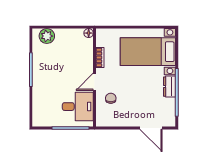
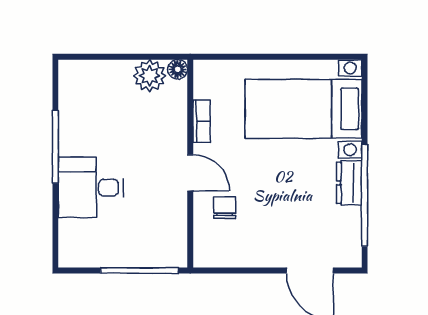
plant: (47, 36) -> (150, 76), moved
door: (95, 82) -> (190, 173), swing flipped
desk: (78, 107) -> (91, 188), moved, turned 180

